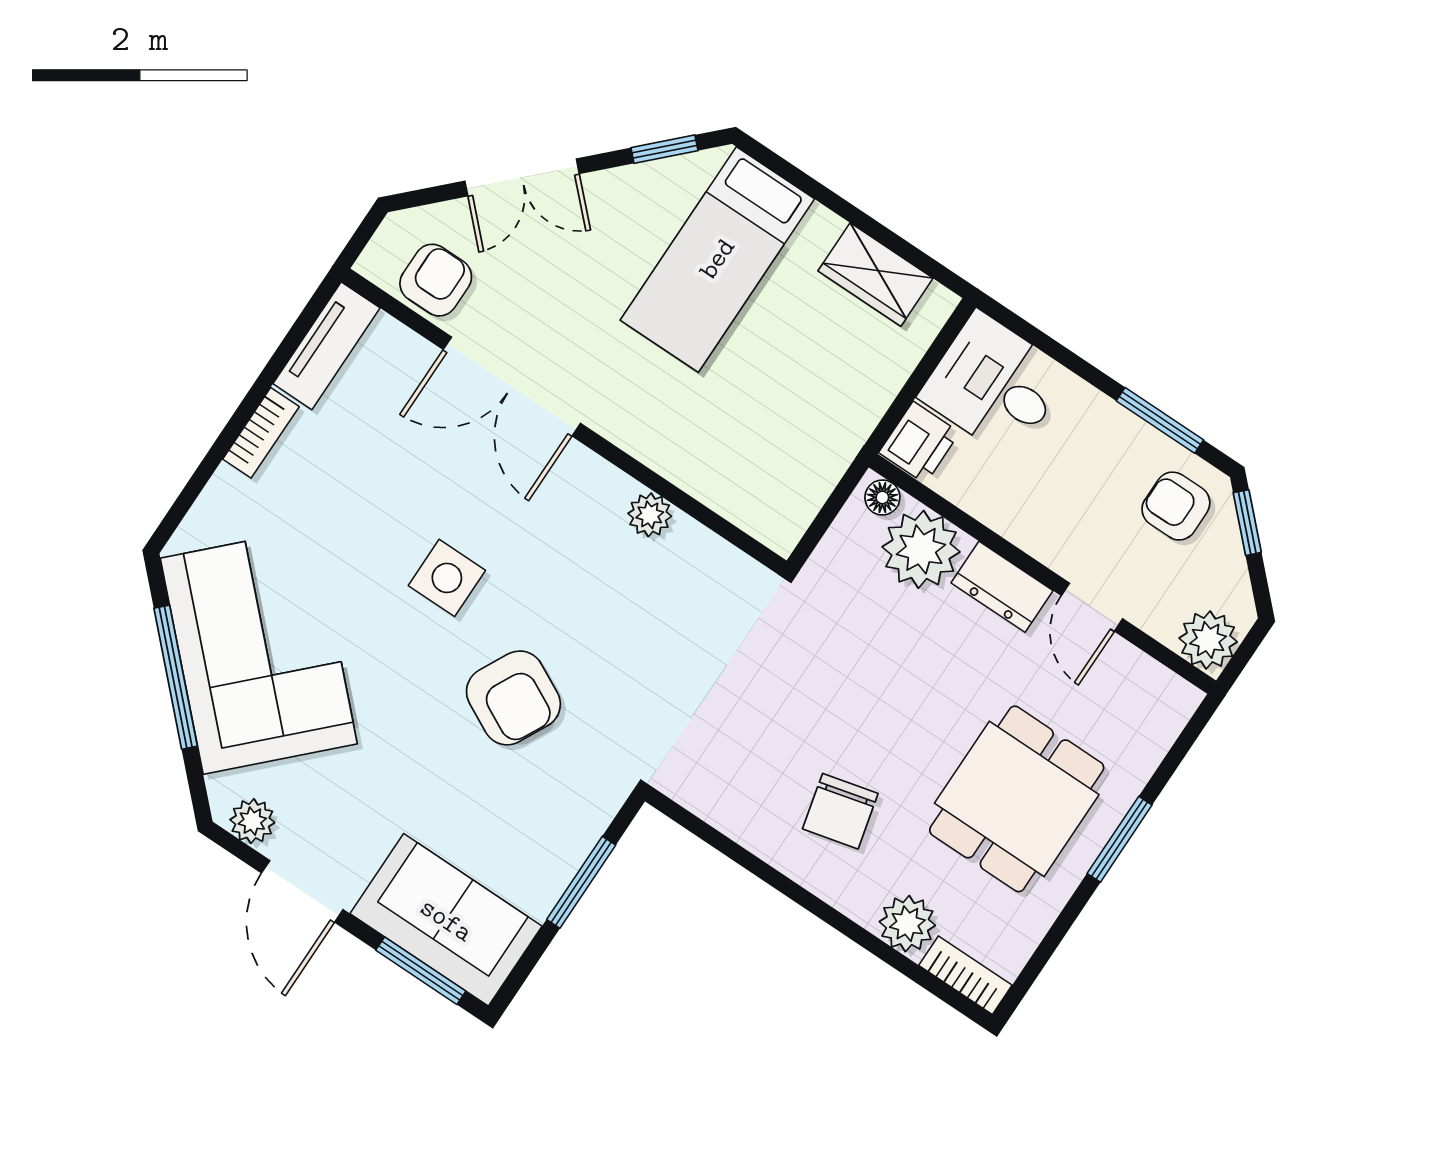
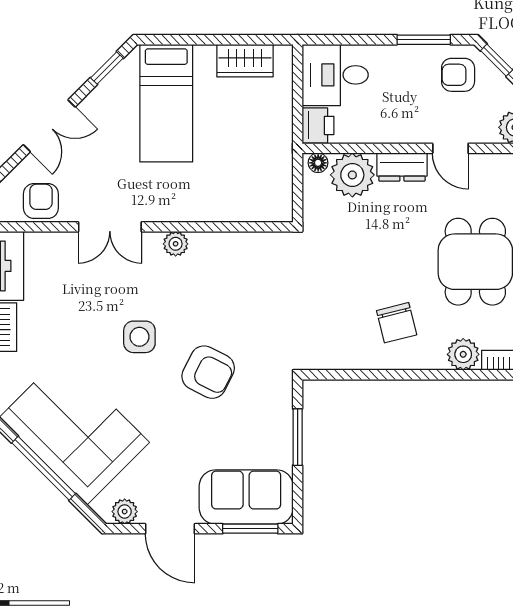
double door: (512, 386) -> (110, 227), width x0.73
plant: (650, 515) -> (176, 244), moved

